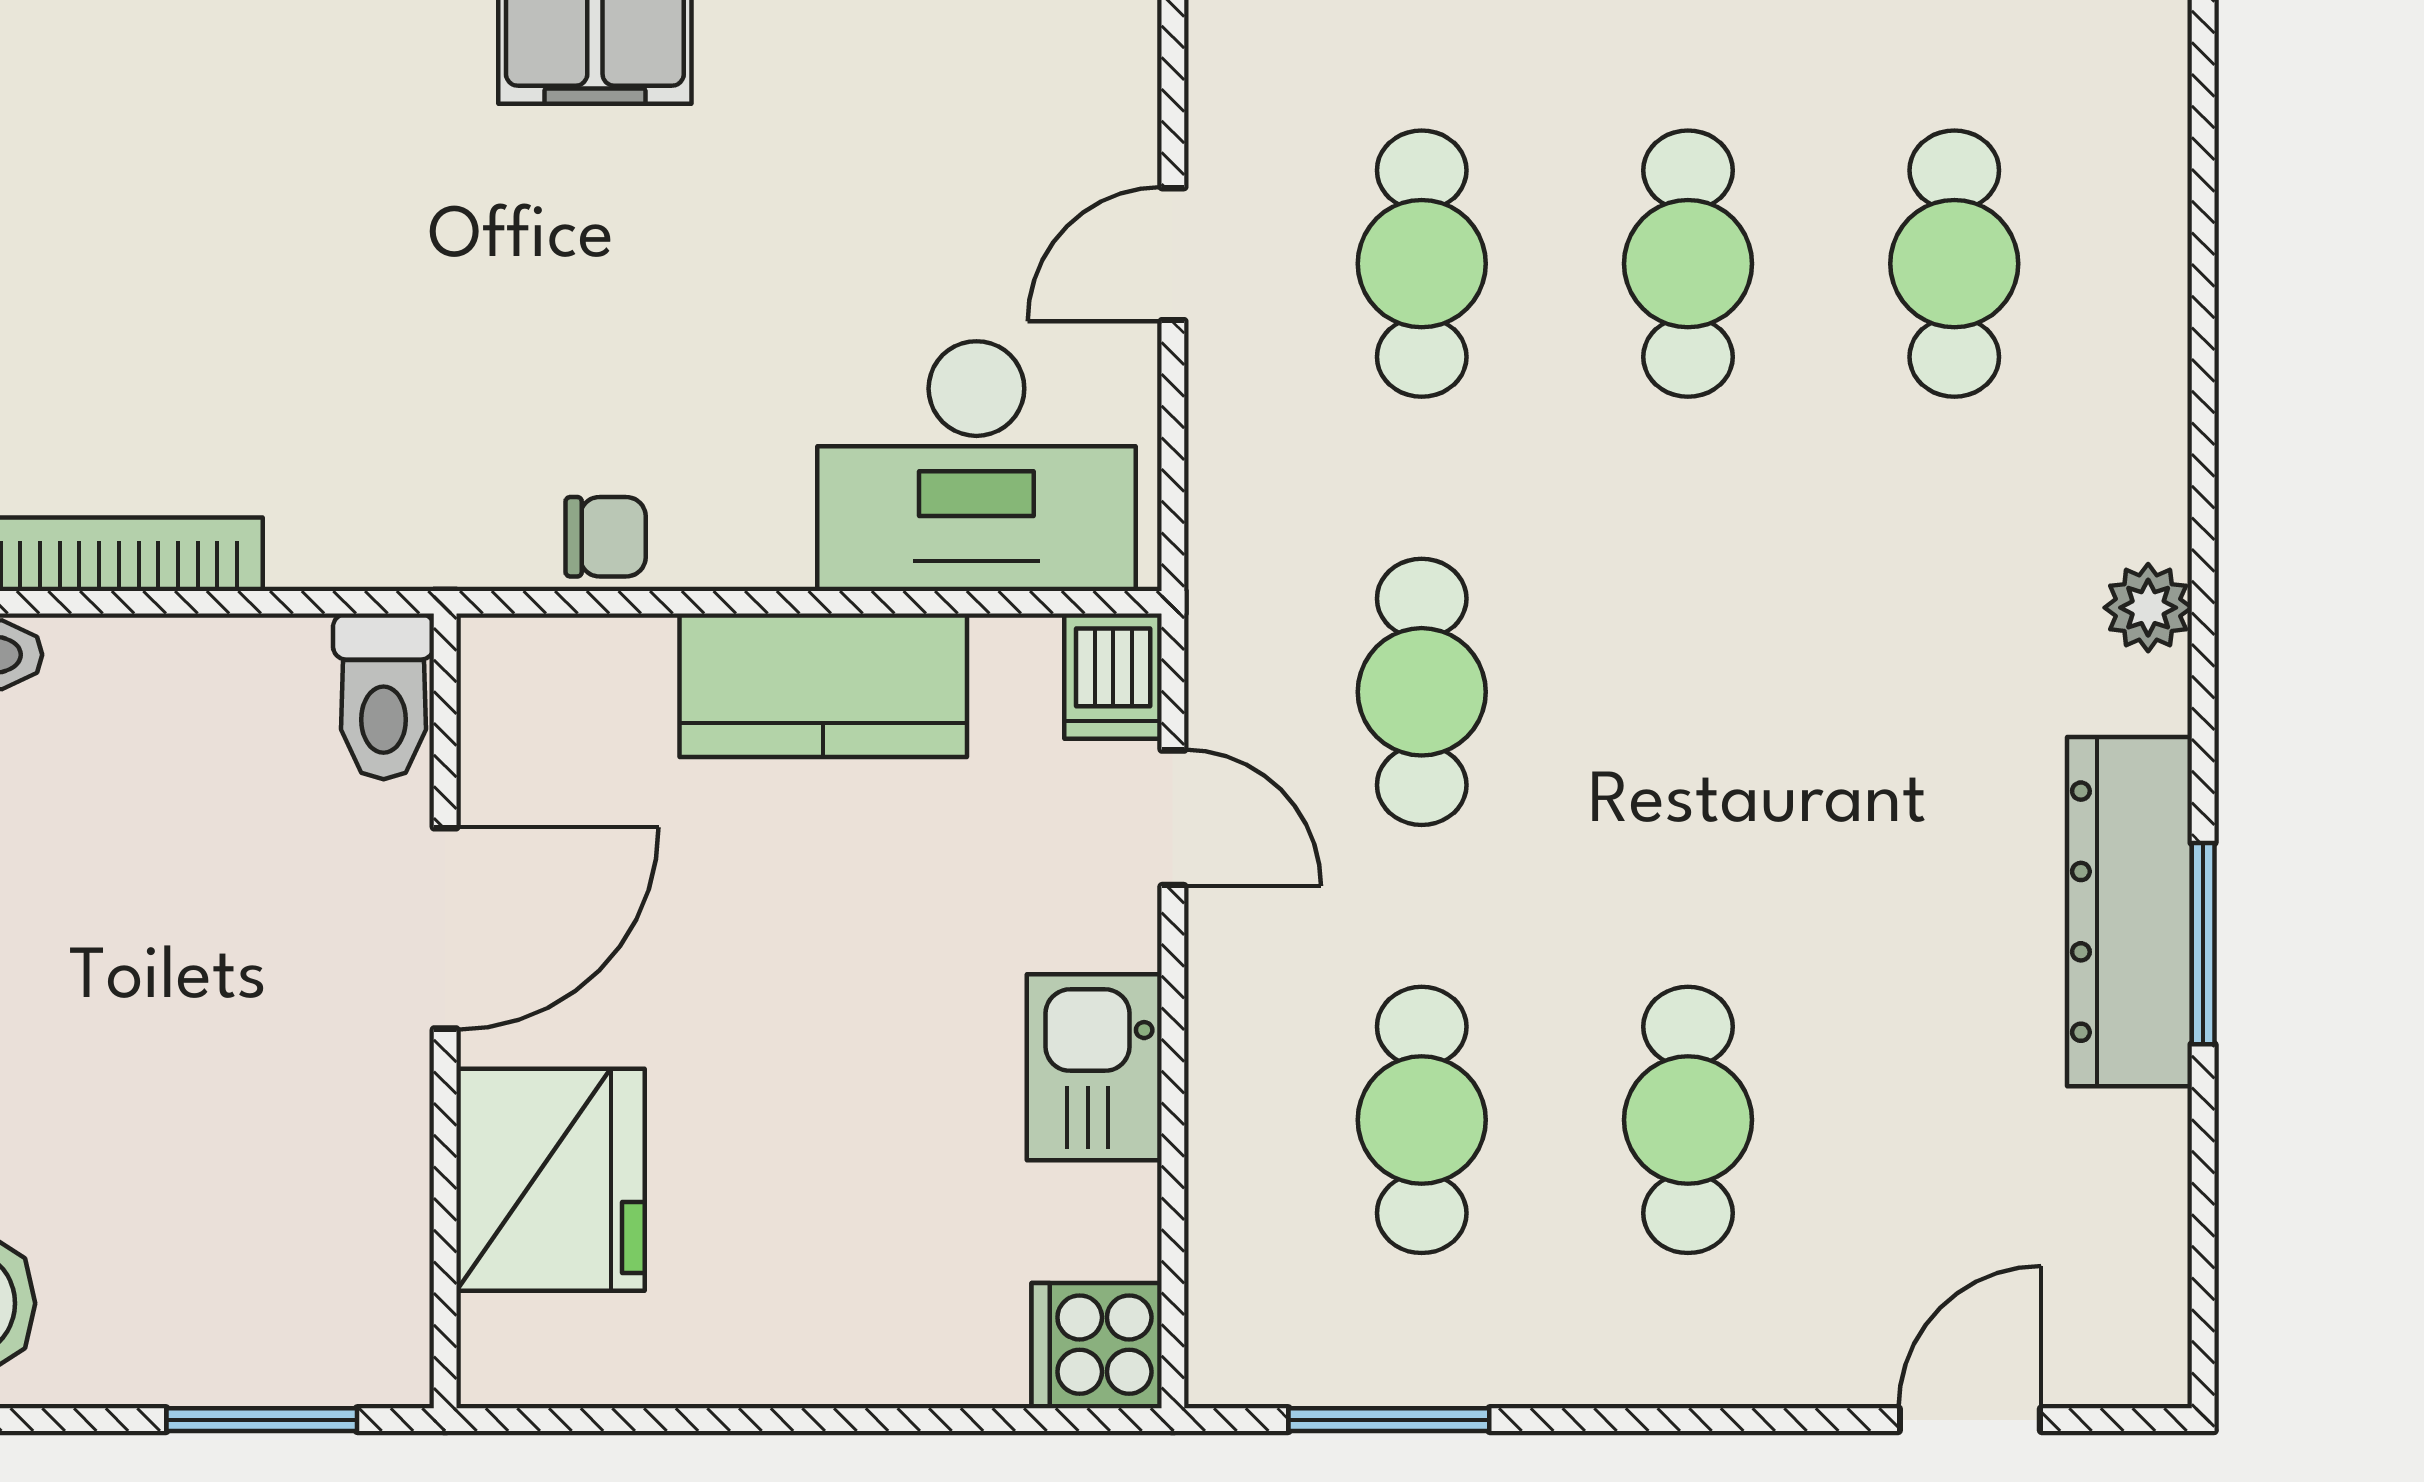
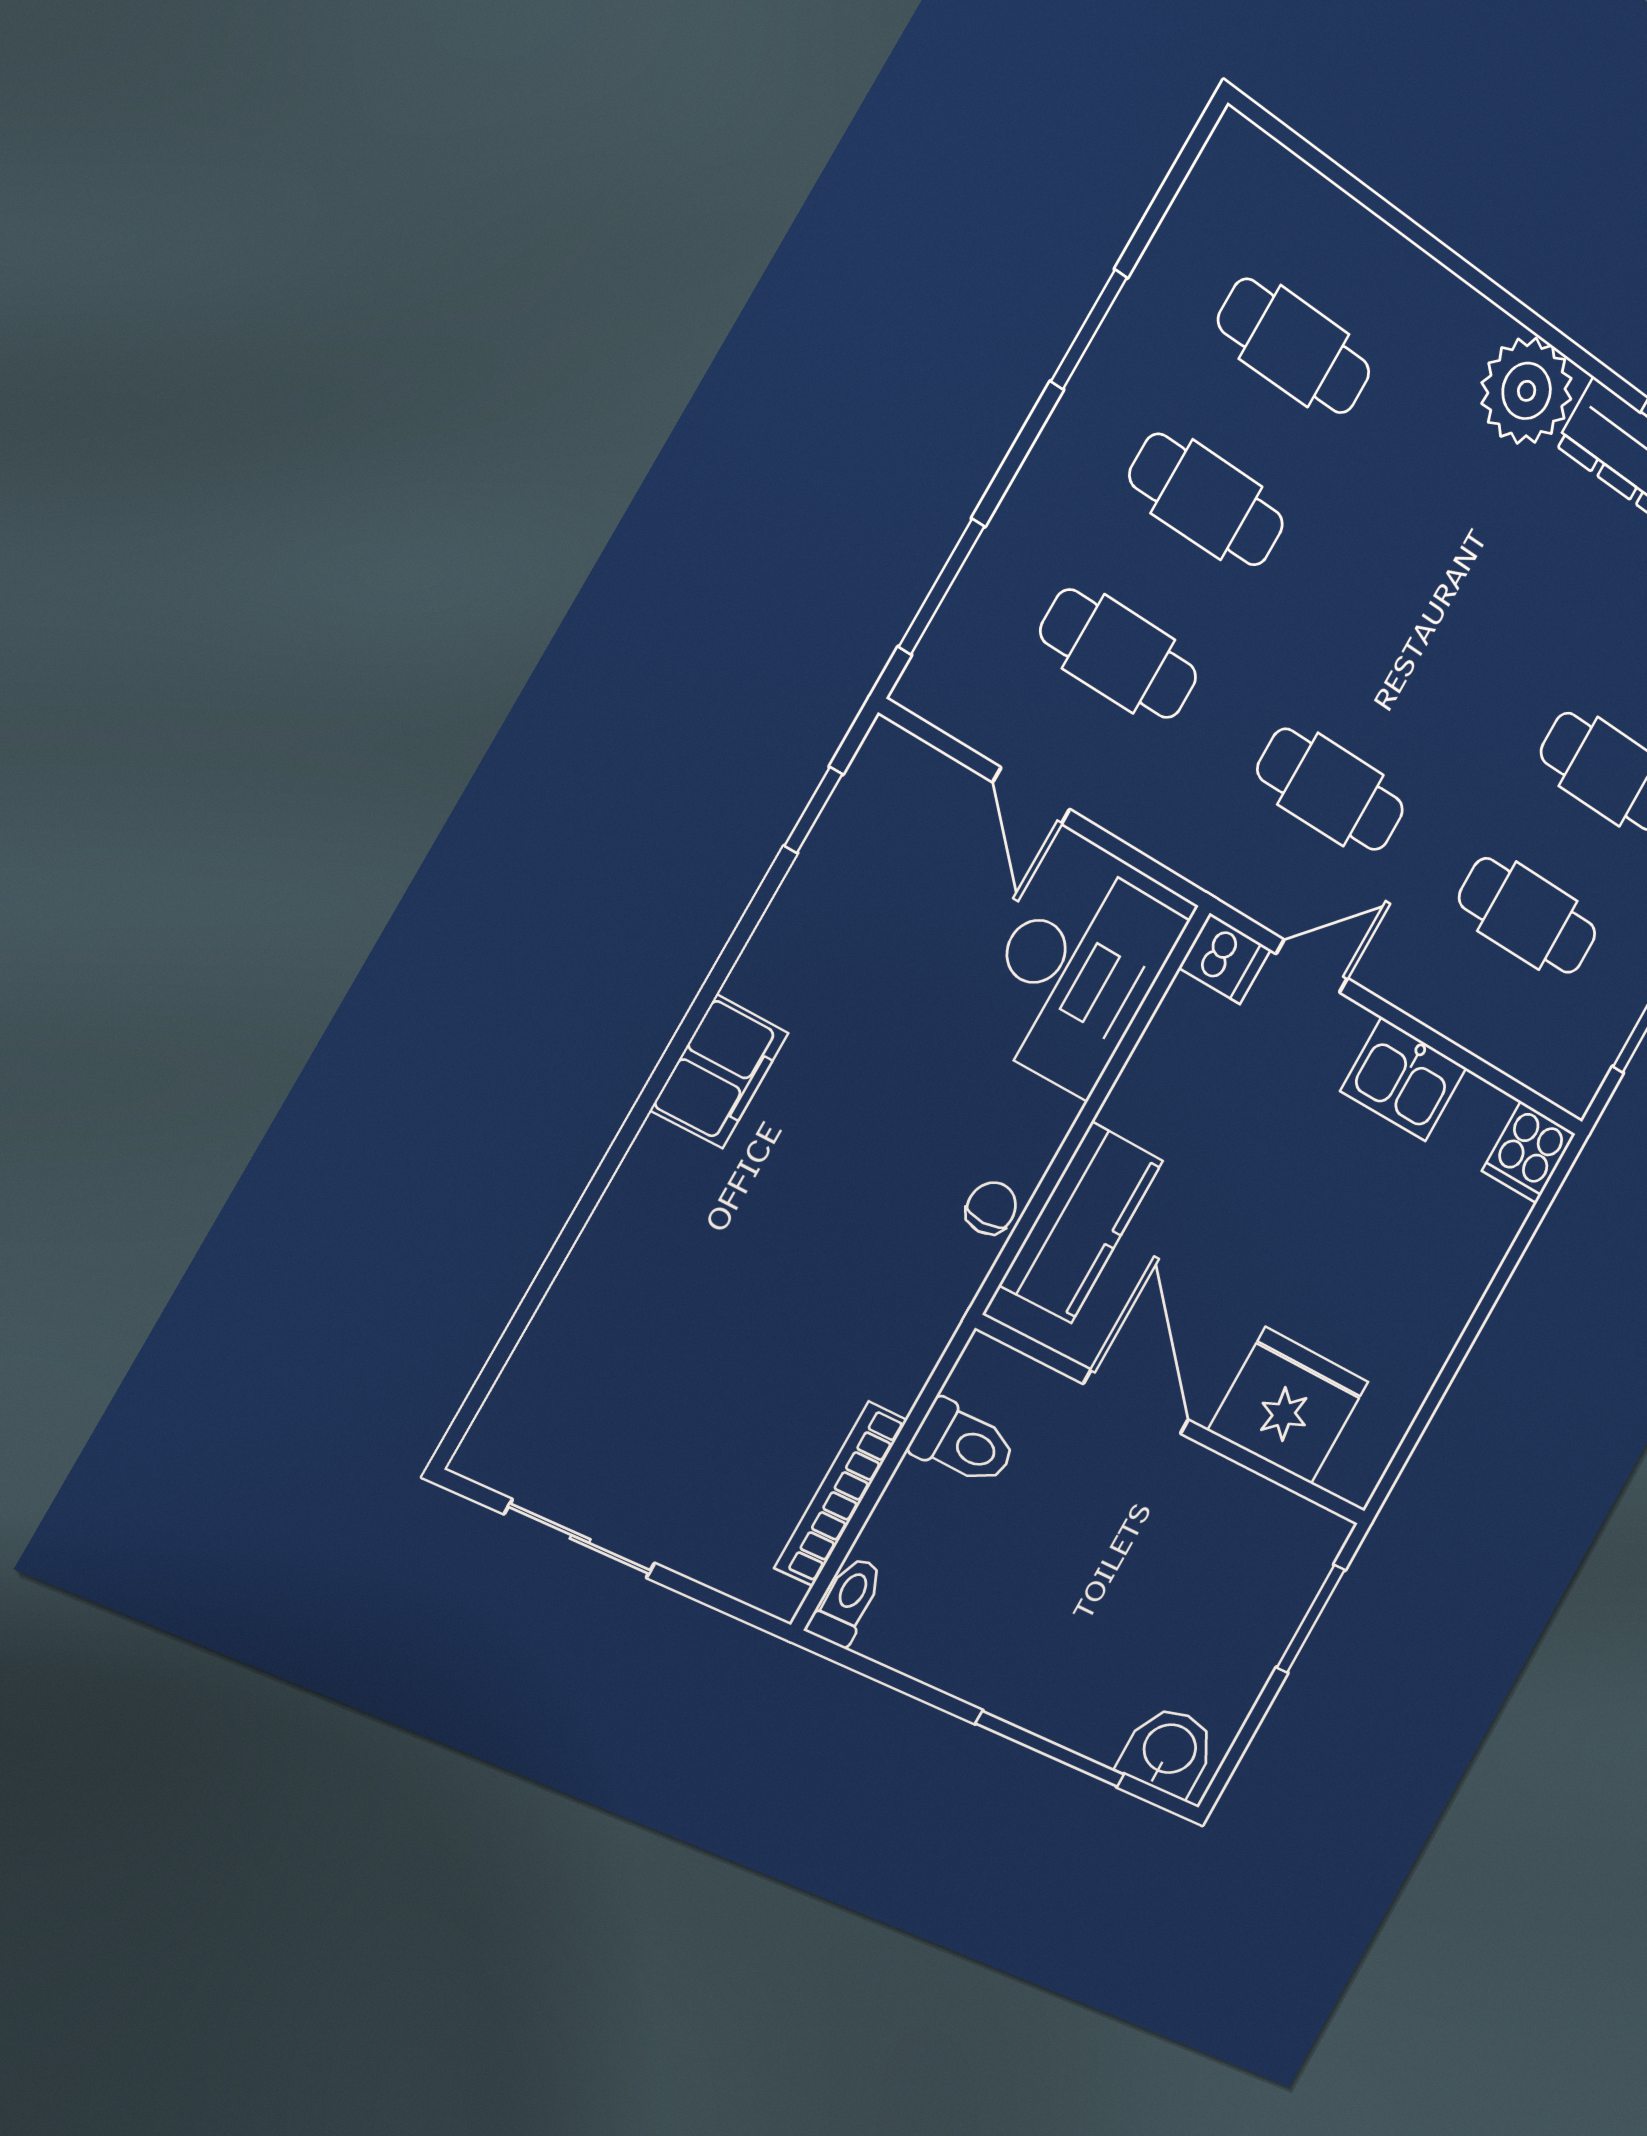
plant: (2148, 608) -> (1527, 391), width x1.87, depth x1.87
kitchen counter: (823, 685) -> (1081, 1223), moved
toilet: (384, 696) -> (964, 1443), moved

